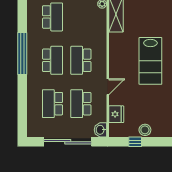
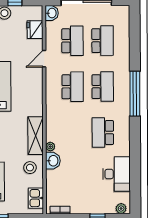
school desk: (53, 60) -> (103, 87), turned 180

